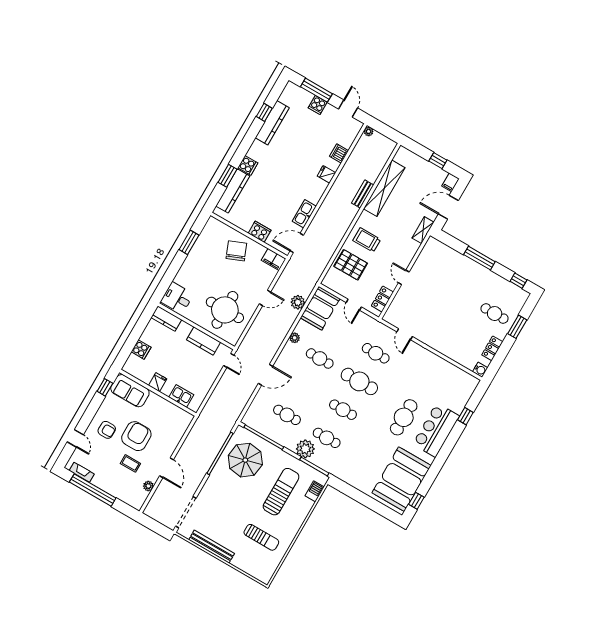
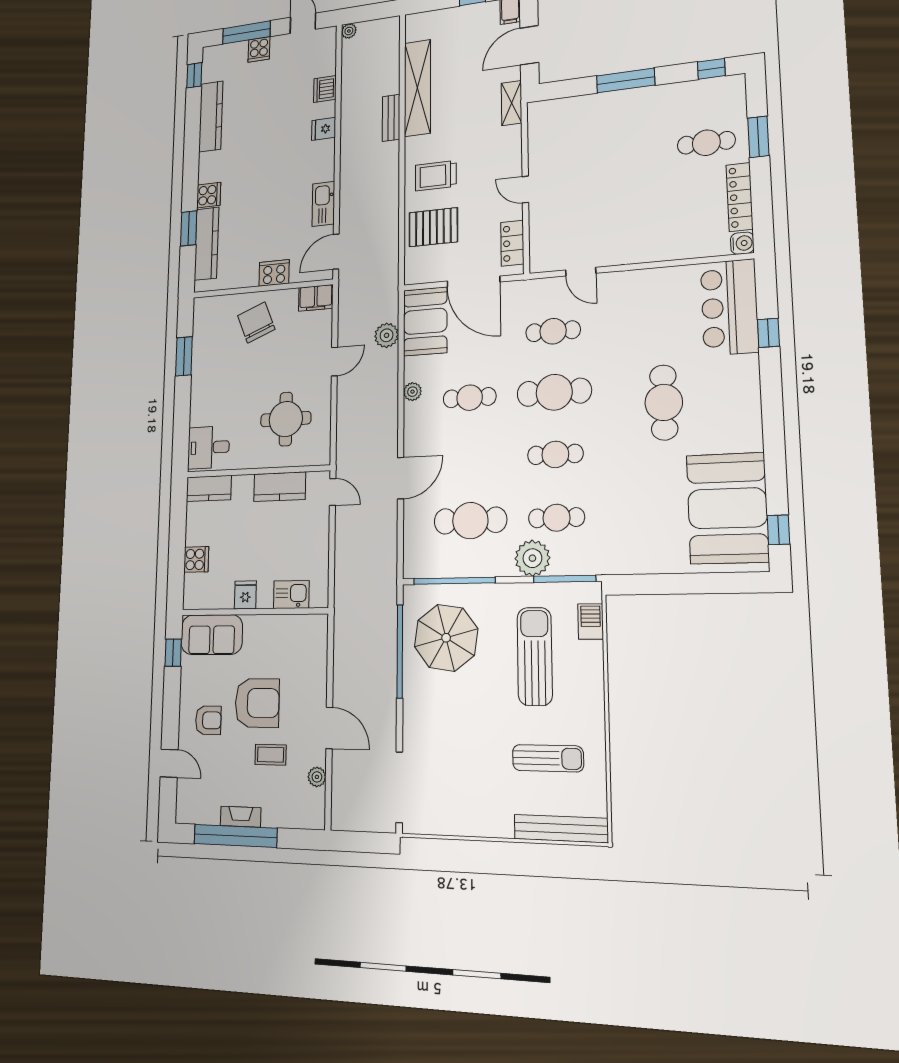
window: (264, 112) -> (194, 75), moved
door: (354, 305) -> (473, 282), width x1.88
round table: (225, 310) -> (286, 419), width x0.73, depth x0.73
locker: (492, 348) -> (740, 197), width x1.53
cafe table: (287, 415) -> (470, 521), width x1.37, depth x1.35
bar counter: (436, 430) -> (729, 307), moved
armchair: (136, 436) -> (257, 703), turned 90
fireplace: (82, 472) -> (241, 817), moved
bench: (212, 547) -> (561, 829), moved

